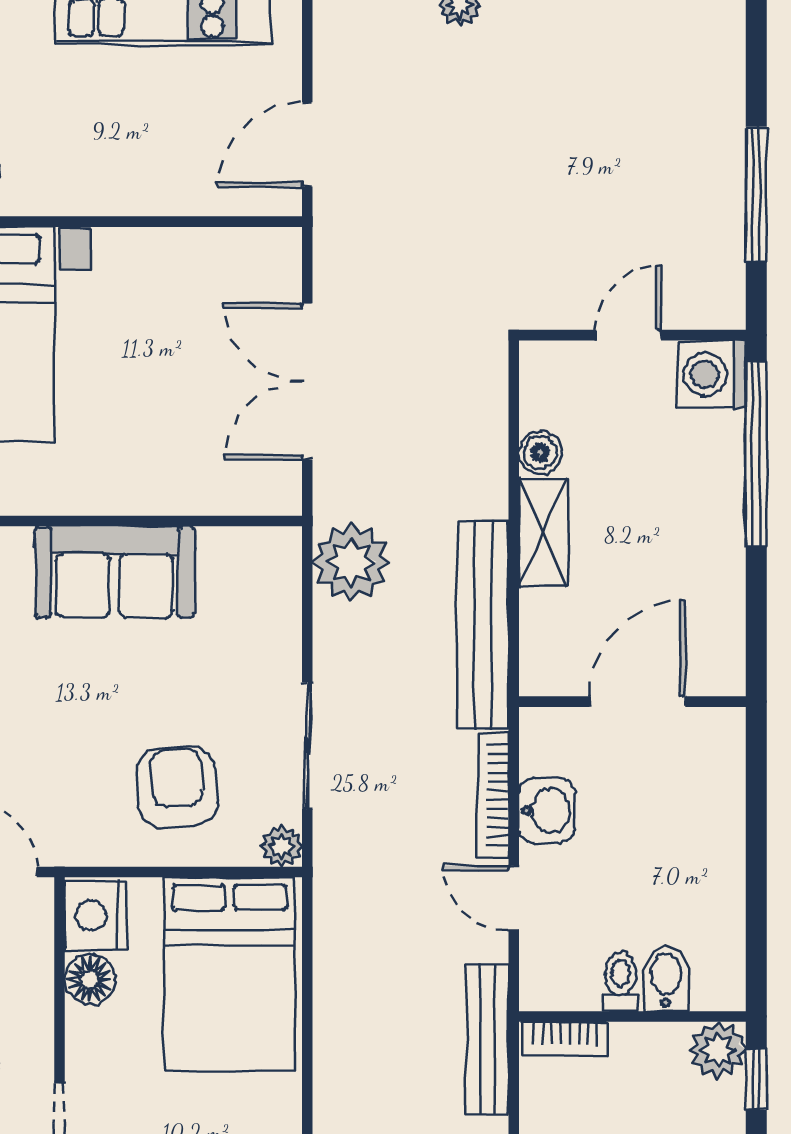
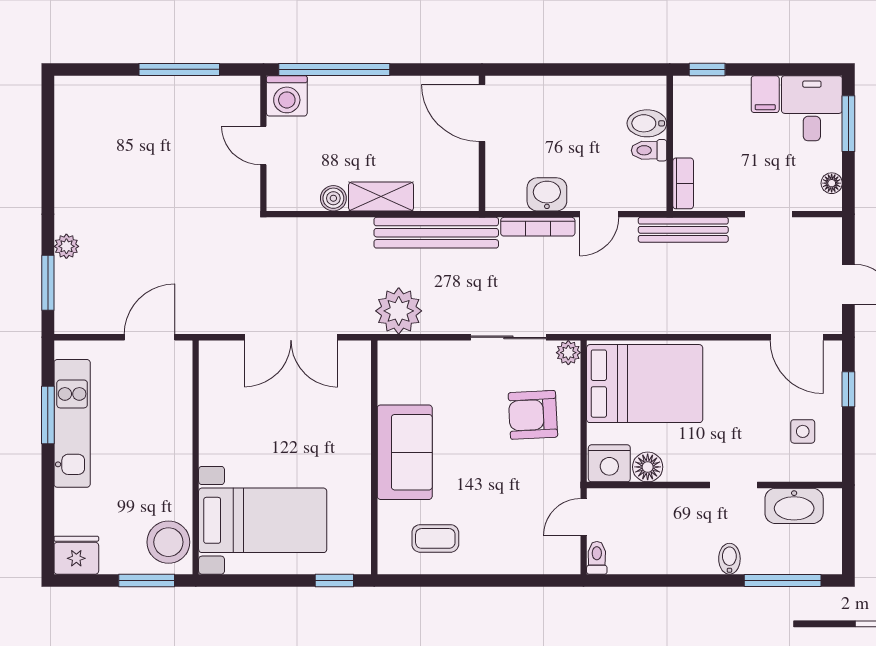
door: (307, 144) -> (150, 337), swing flipped
door: (637, 702) -> (482, 113), moved
plant: (718, 1050) -> (690, 92), removed

